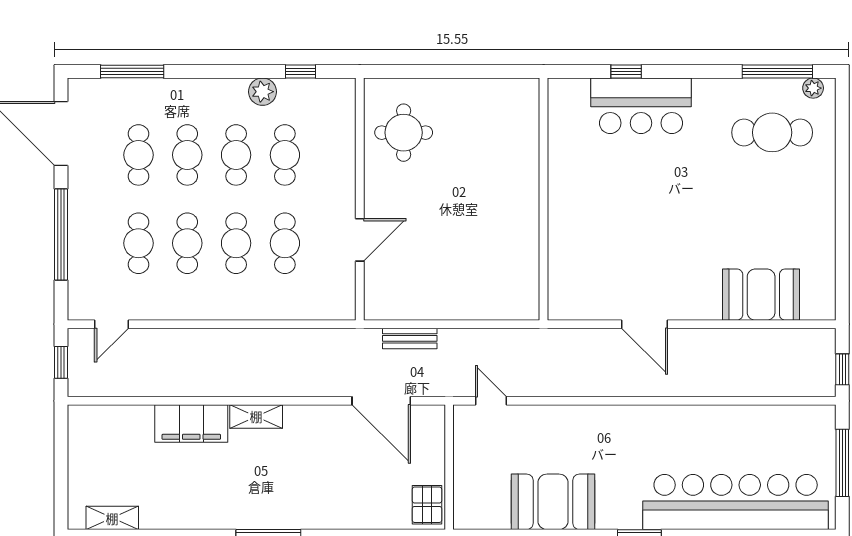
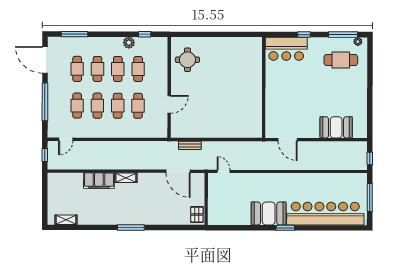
window: (626, 71) -> (304, 35), moved
wall: (544, 199) -> (264, 88), moved
booth: (553, 502) -> (269, 213), moved

